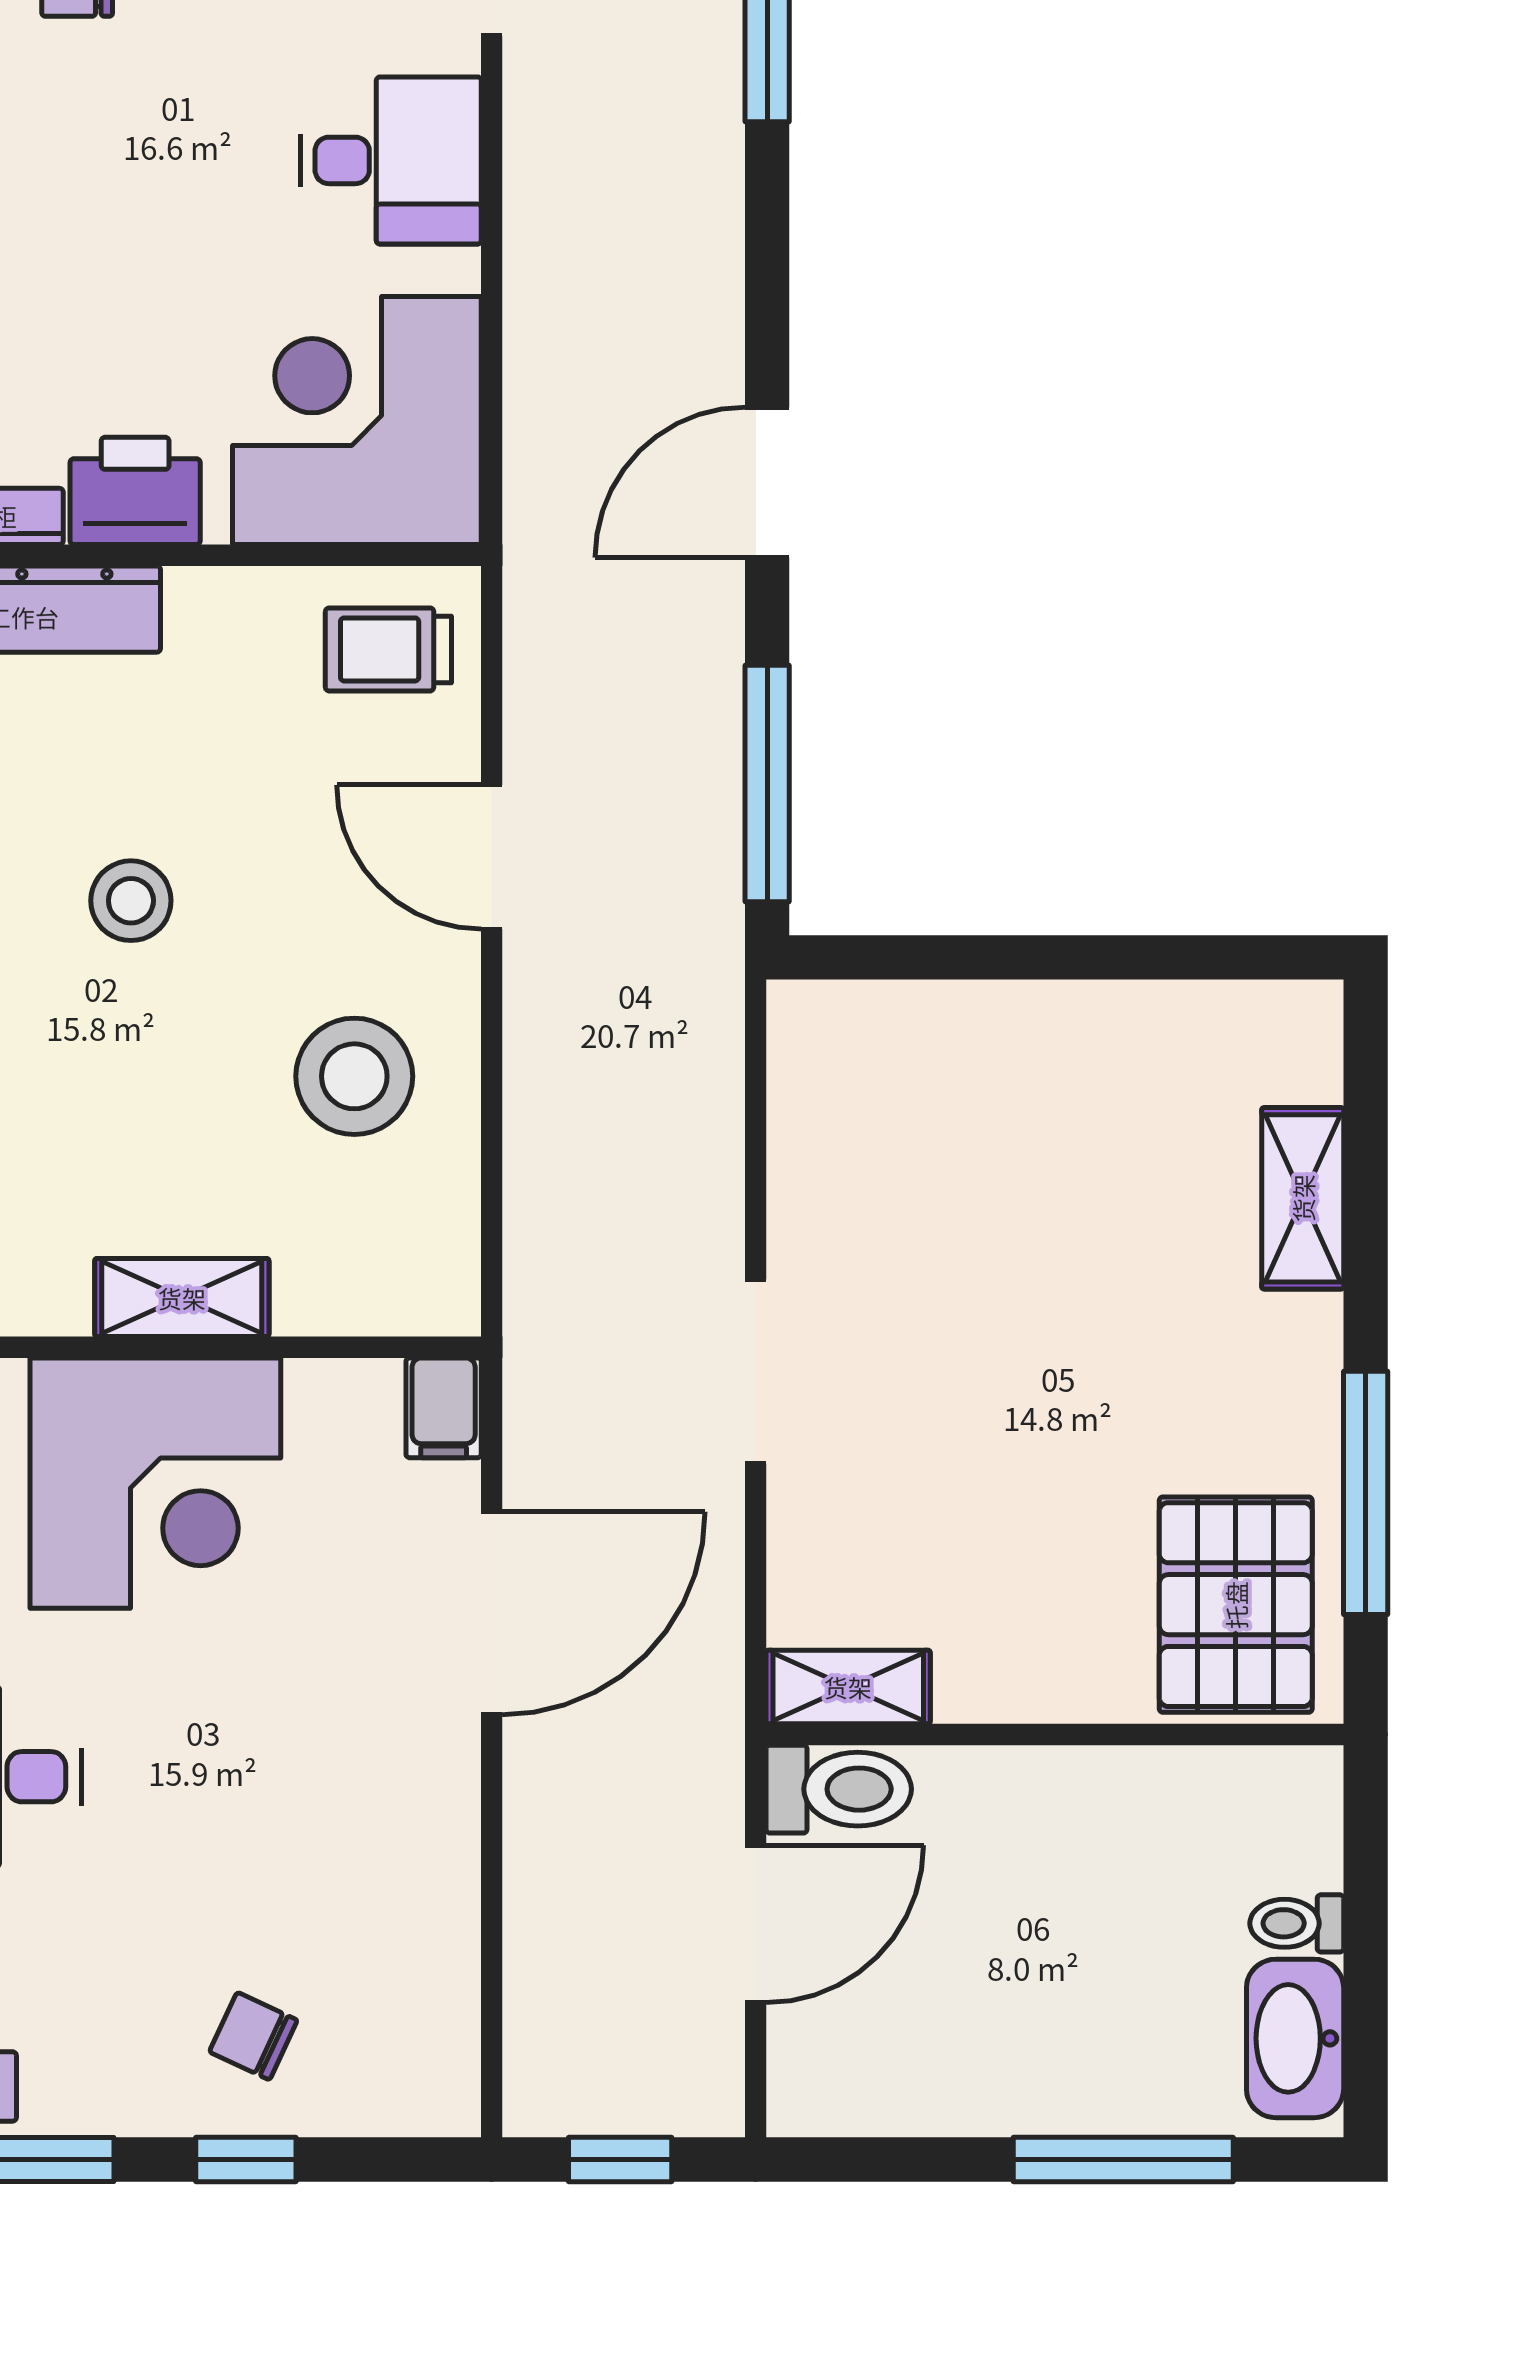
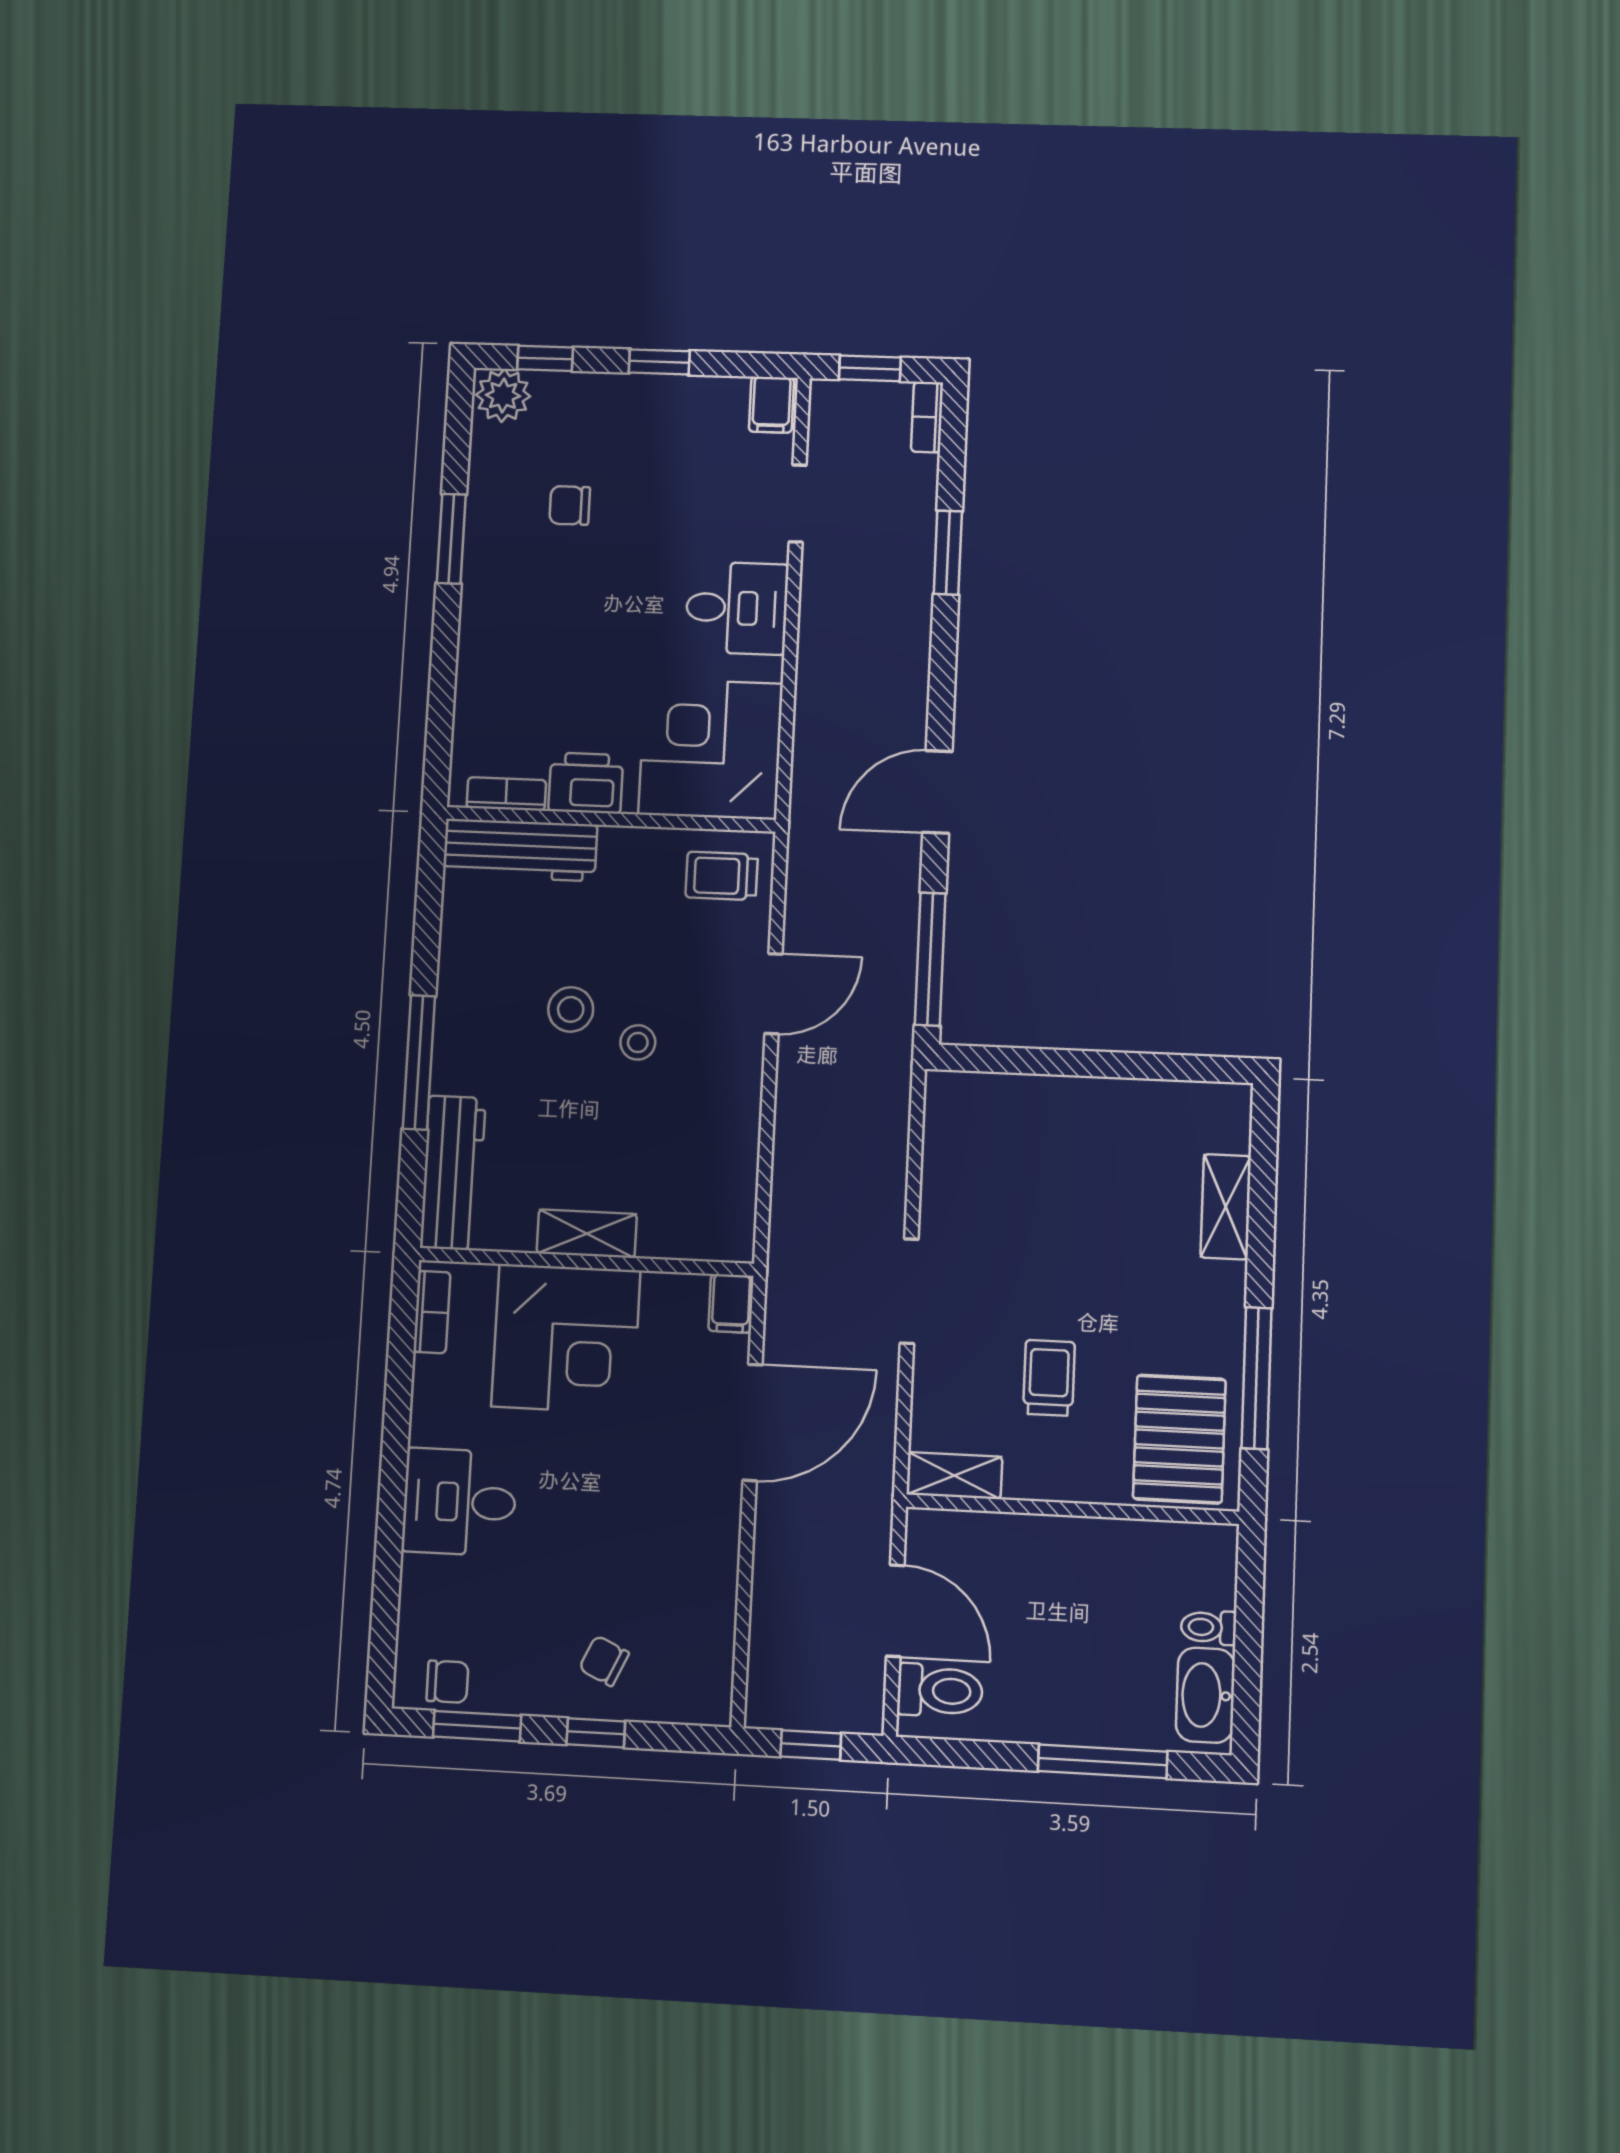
door: (492, 857) -> (773, 994), swing flipped
stool: (354, 1076) -> (638, 1042), moved, width x0.53, depth x0.53
trolley: (1006, 1510) -> (1049, 1378), added
toilet: (839, 1789) -> (940, 1691), moved
door: (756, 1924) -> (895, 1611), hinge flipped

